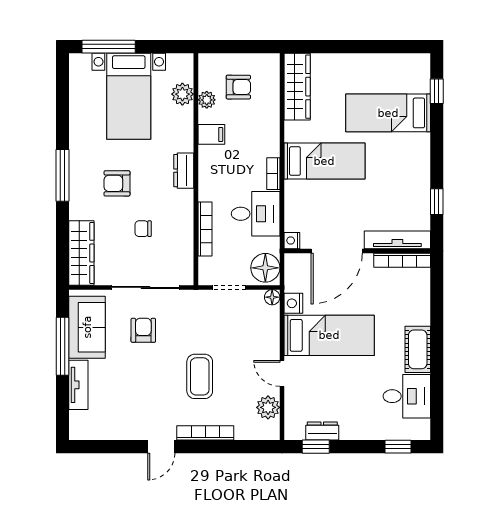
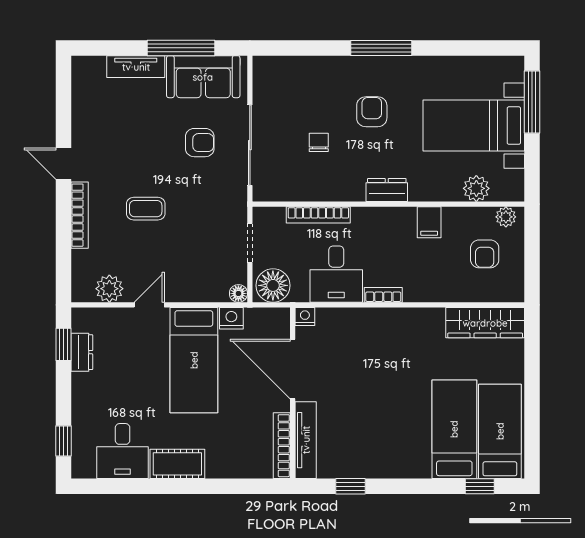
plant: (207, 100) -> (506, 217), moved
bed: (324, 161) -> (500, 431), moved, turned 180
wardrobe: (81, 253) -> (290, 70), removed
coffee table: (200, 376) -> (146, 209), width x0.73, depth x0.77

